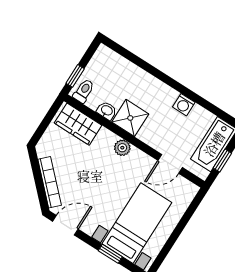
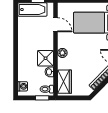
washing machine: (184, 105) -> (23, 86), moved

